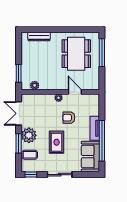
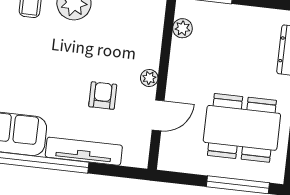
tv unit: (95, 128) -> (84, 151), width x1.41
rug: (57, 142) -> (52, 62), removed

